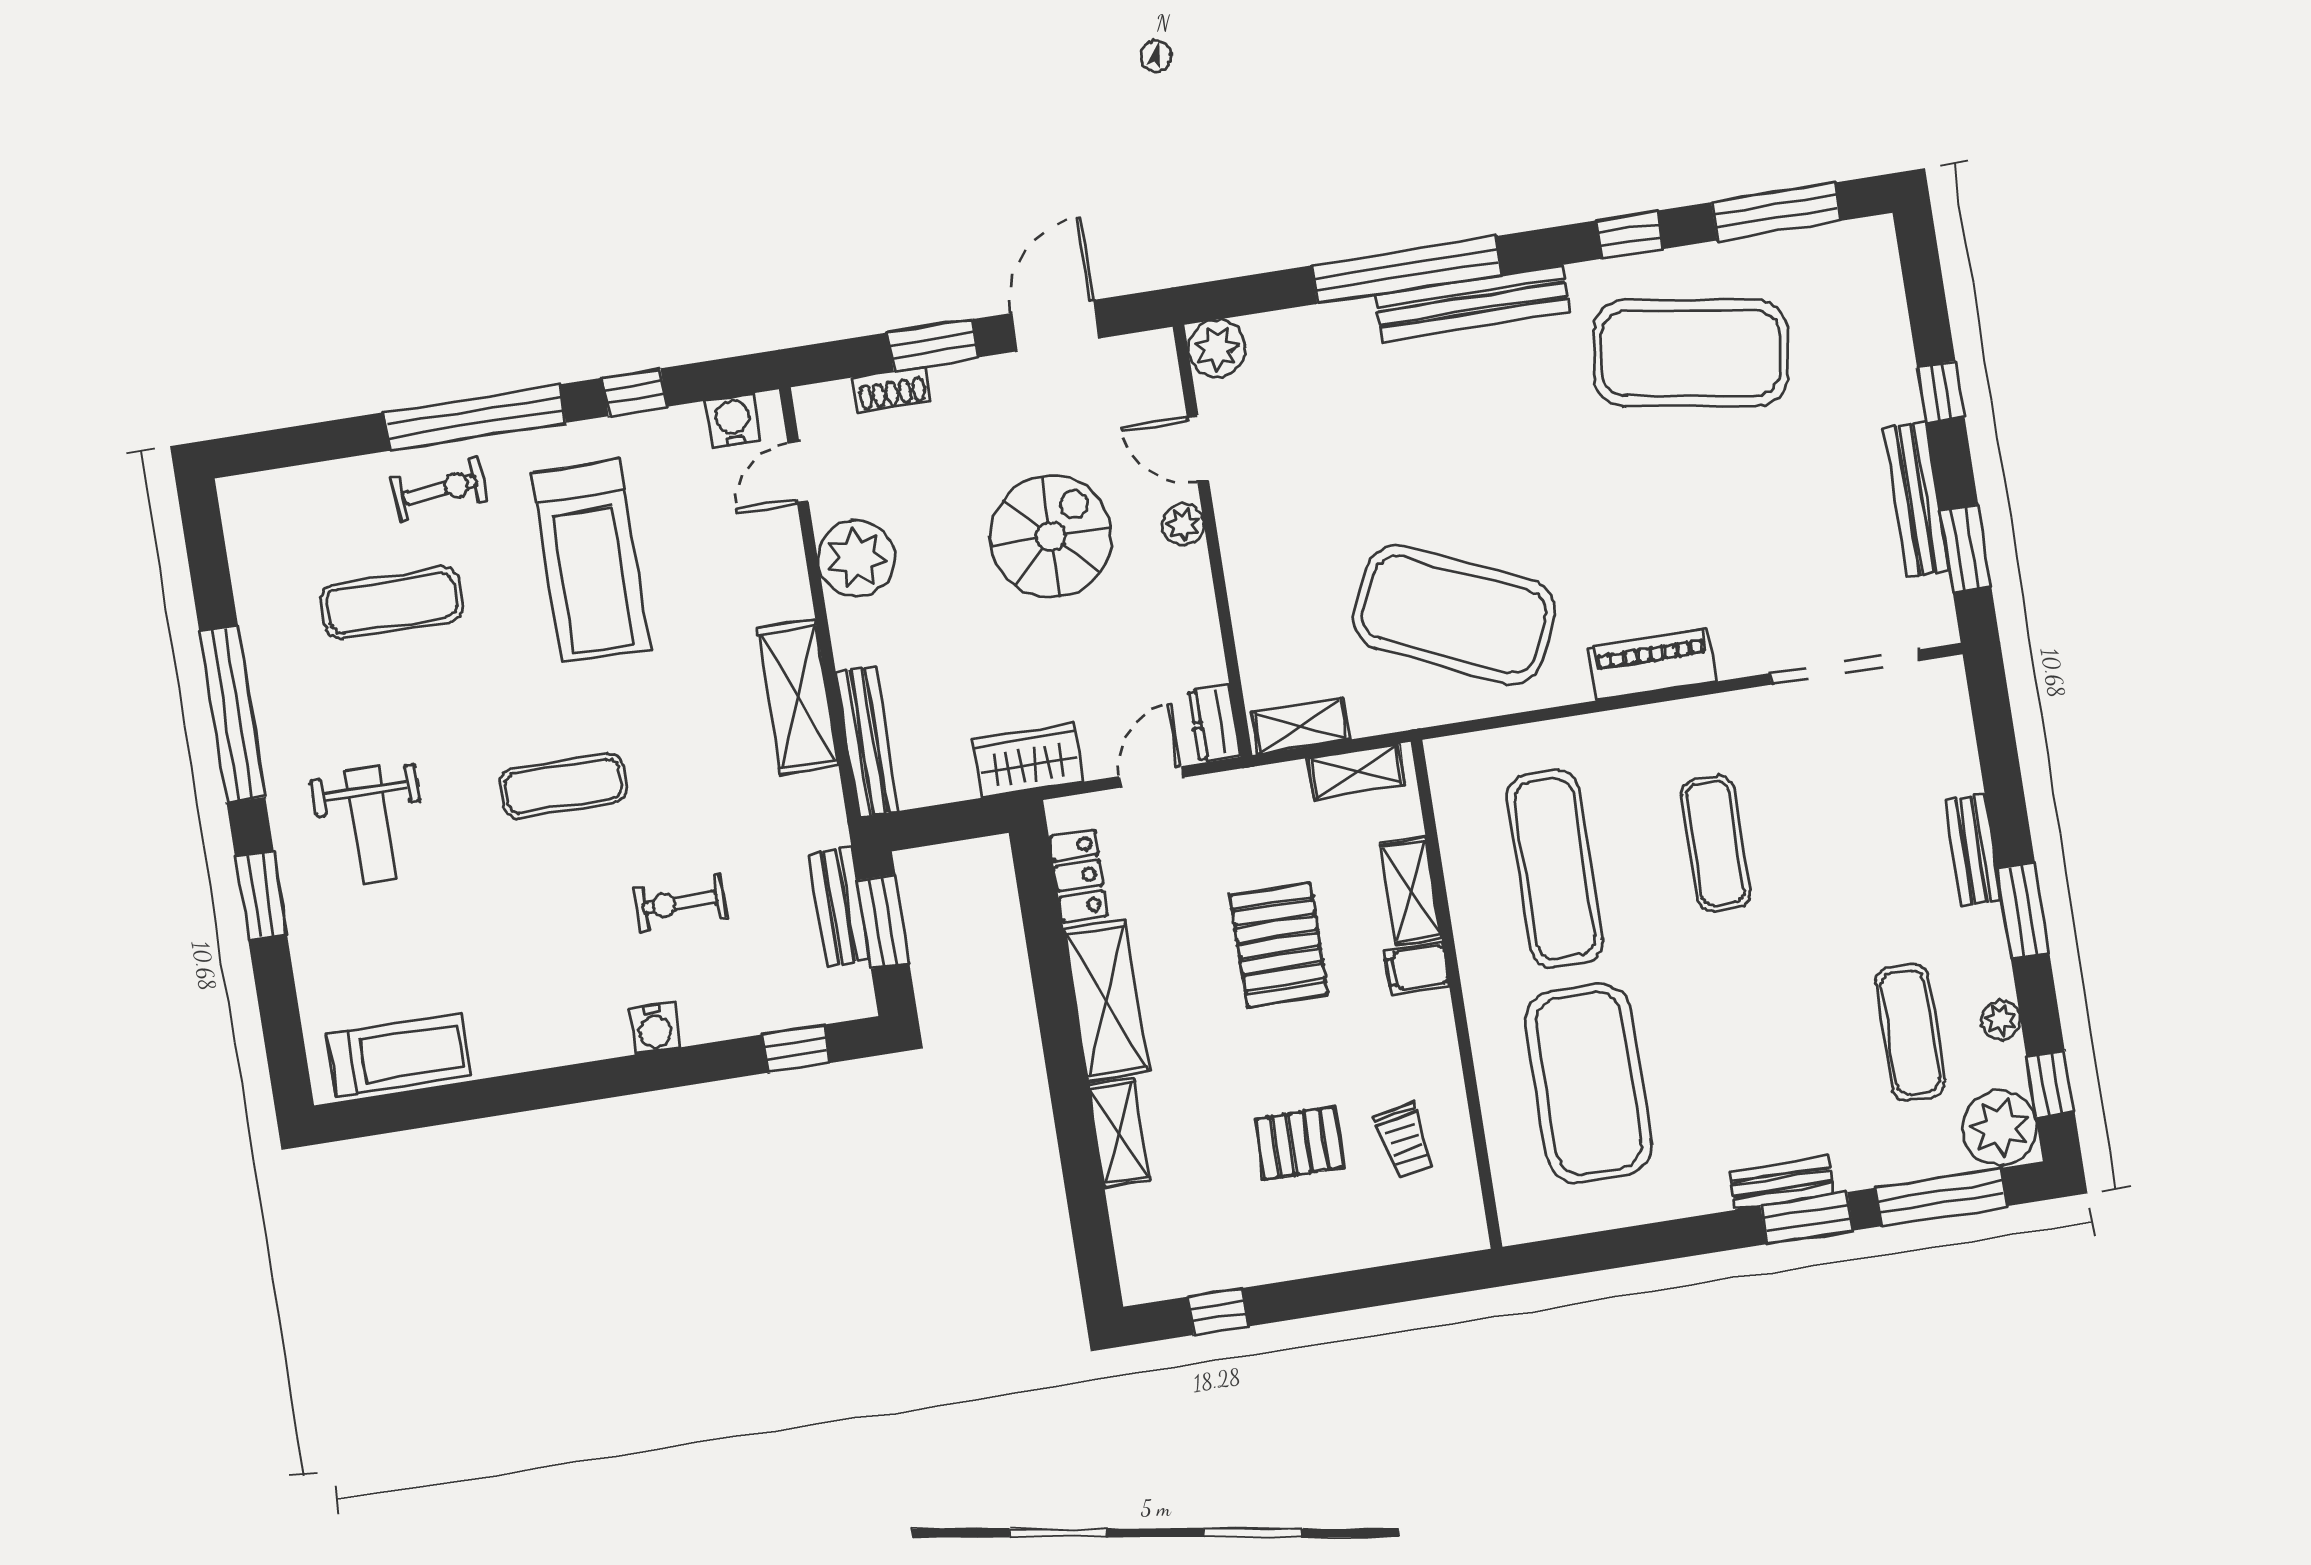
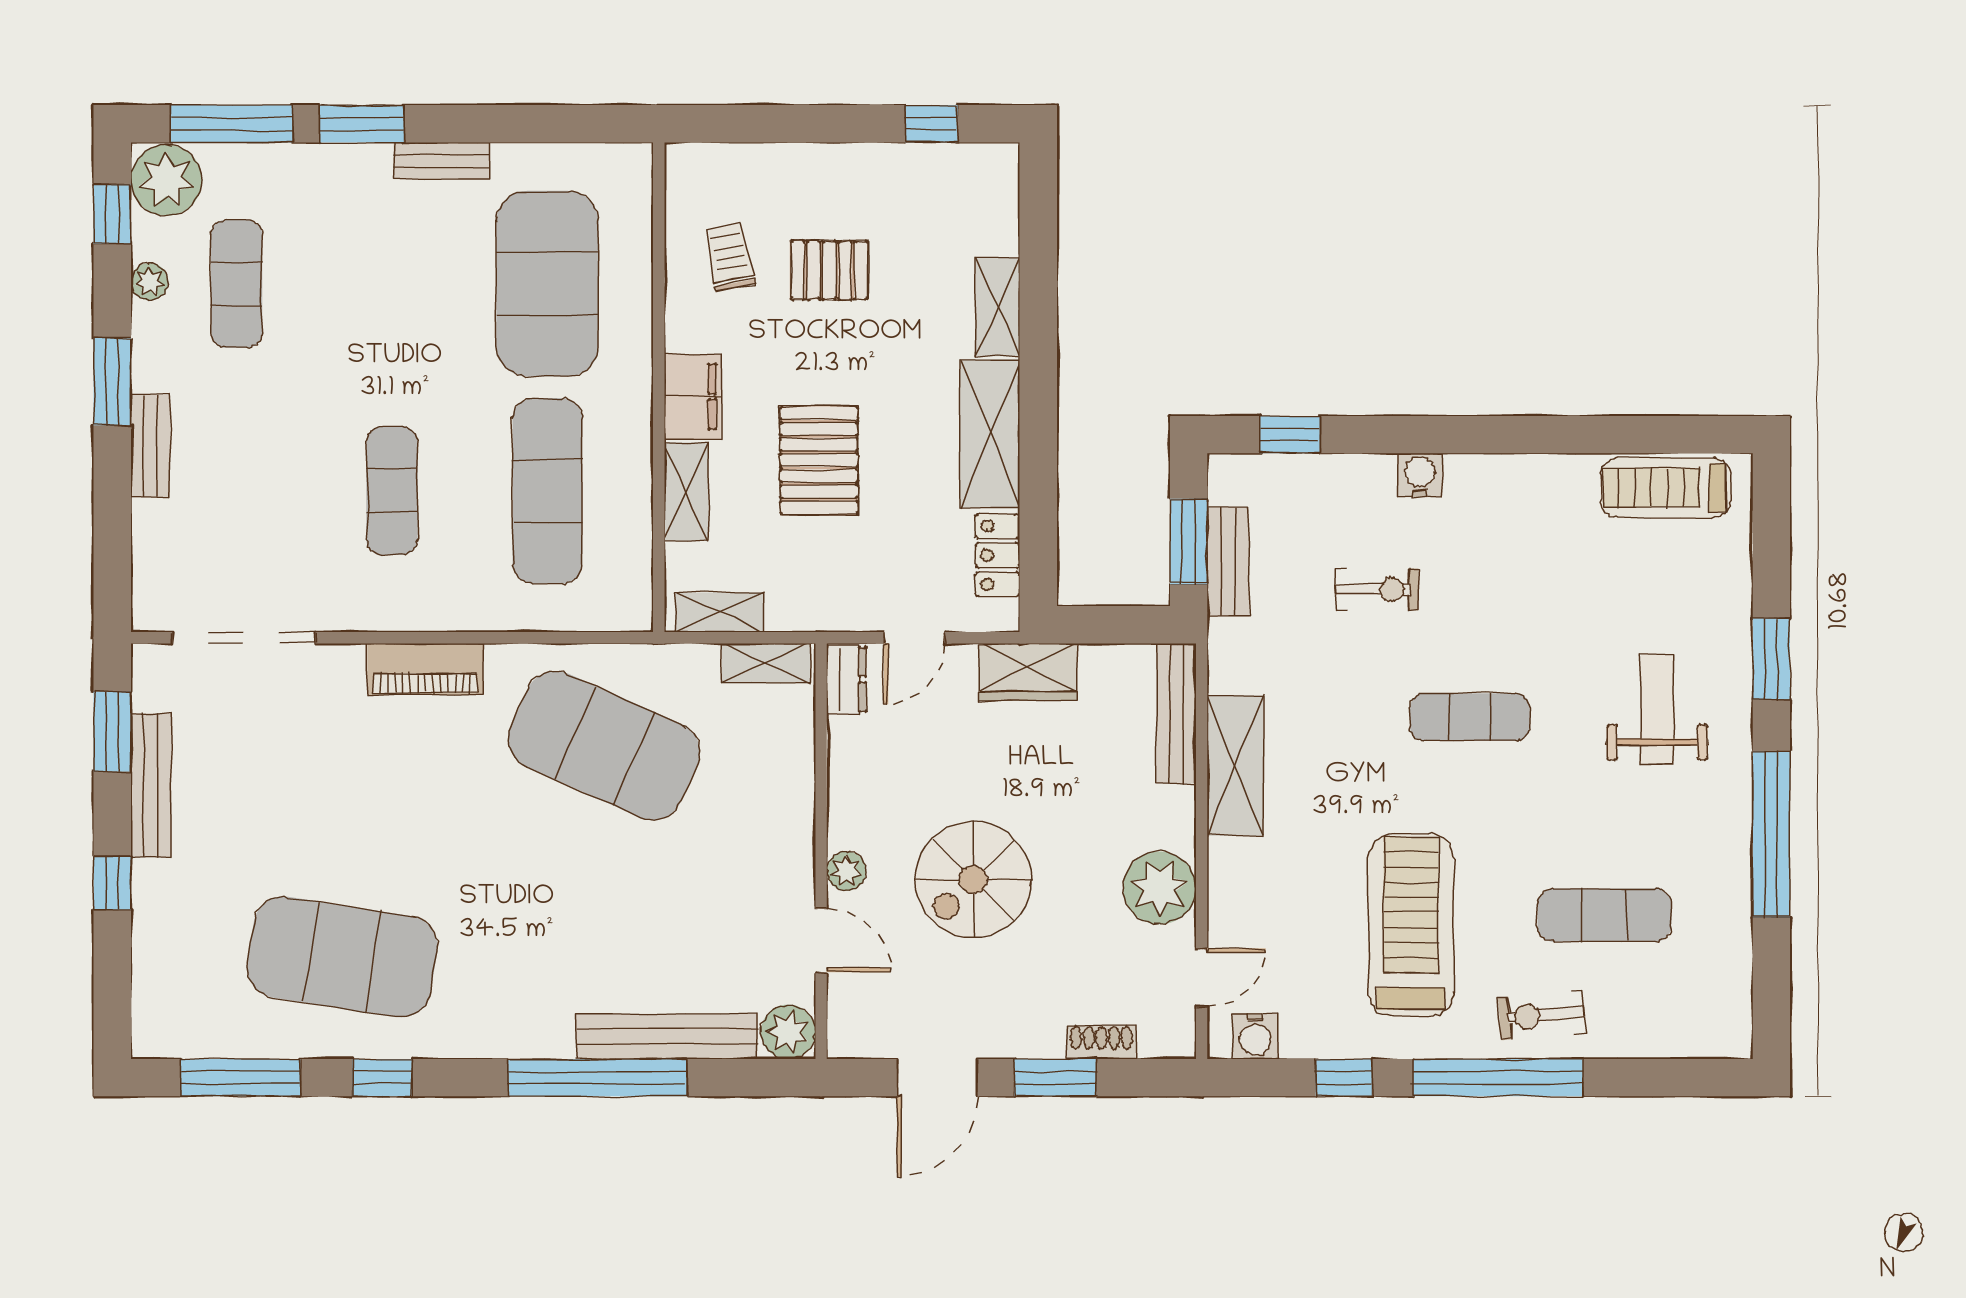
bench: (1473, 303) -> (667, 1037), moved
filing cabinet: (1417, 968) -> (693, 396), width x2.00
bench: (1782, 1183) -> (442, 161), moved

